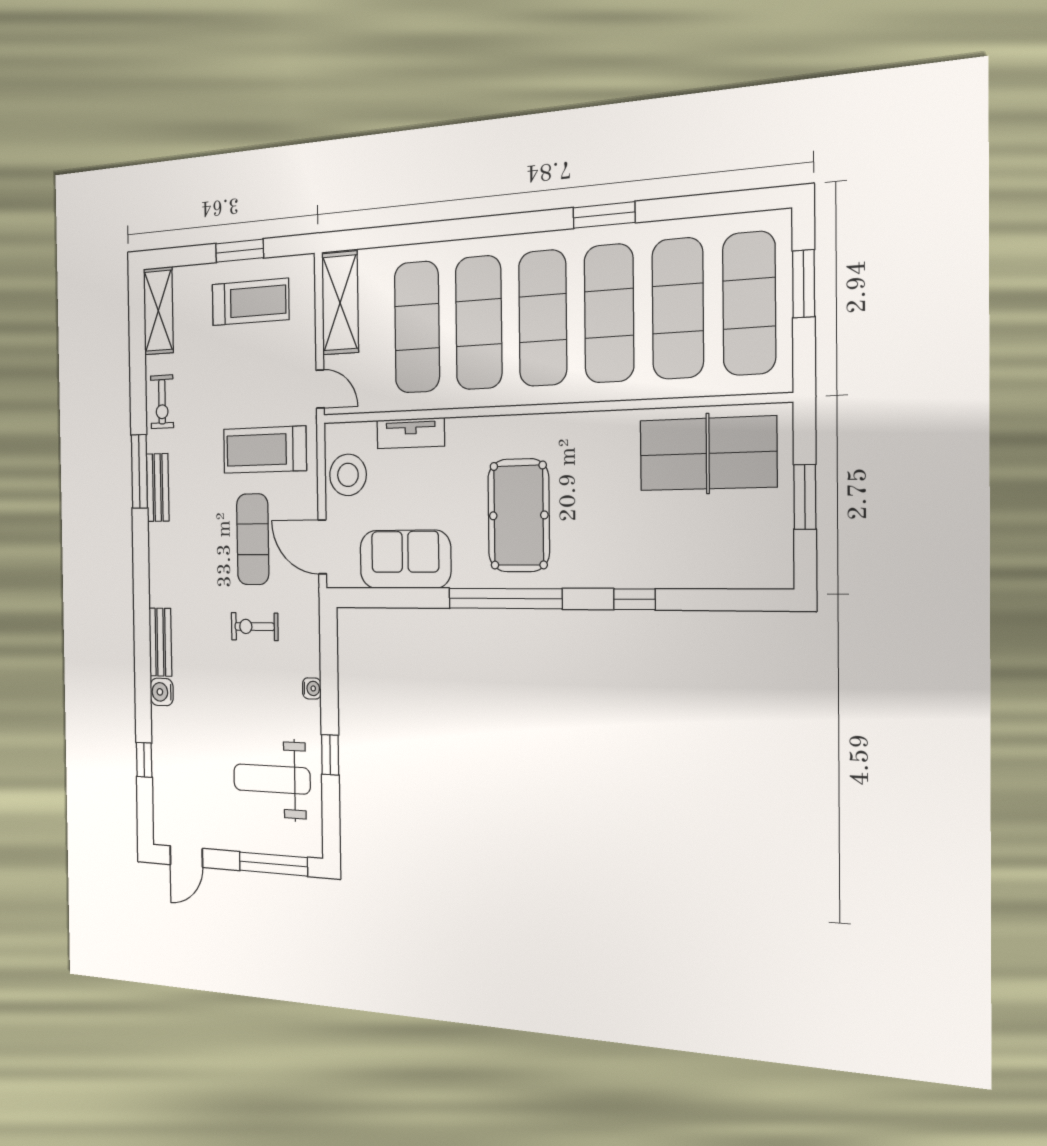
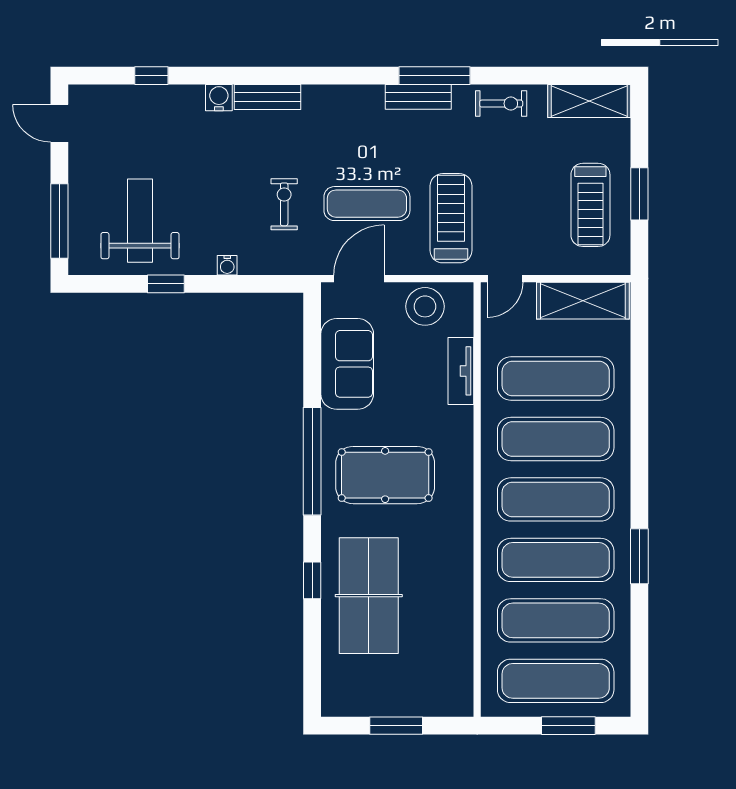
exercise bike: (162, 402) -> (501, 104), turned 180
table tennis table: (708, 453) -> (369, 596), moved

